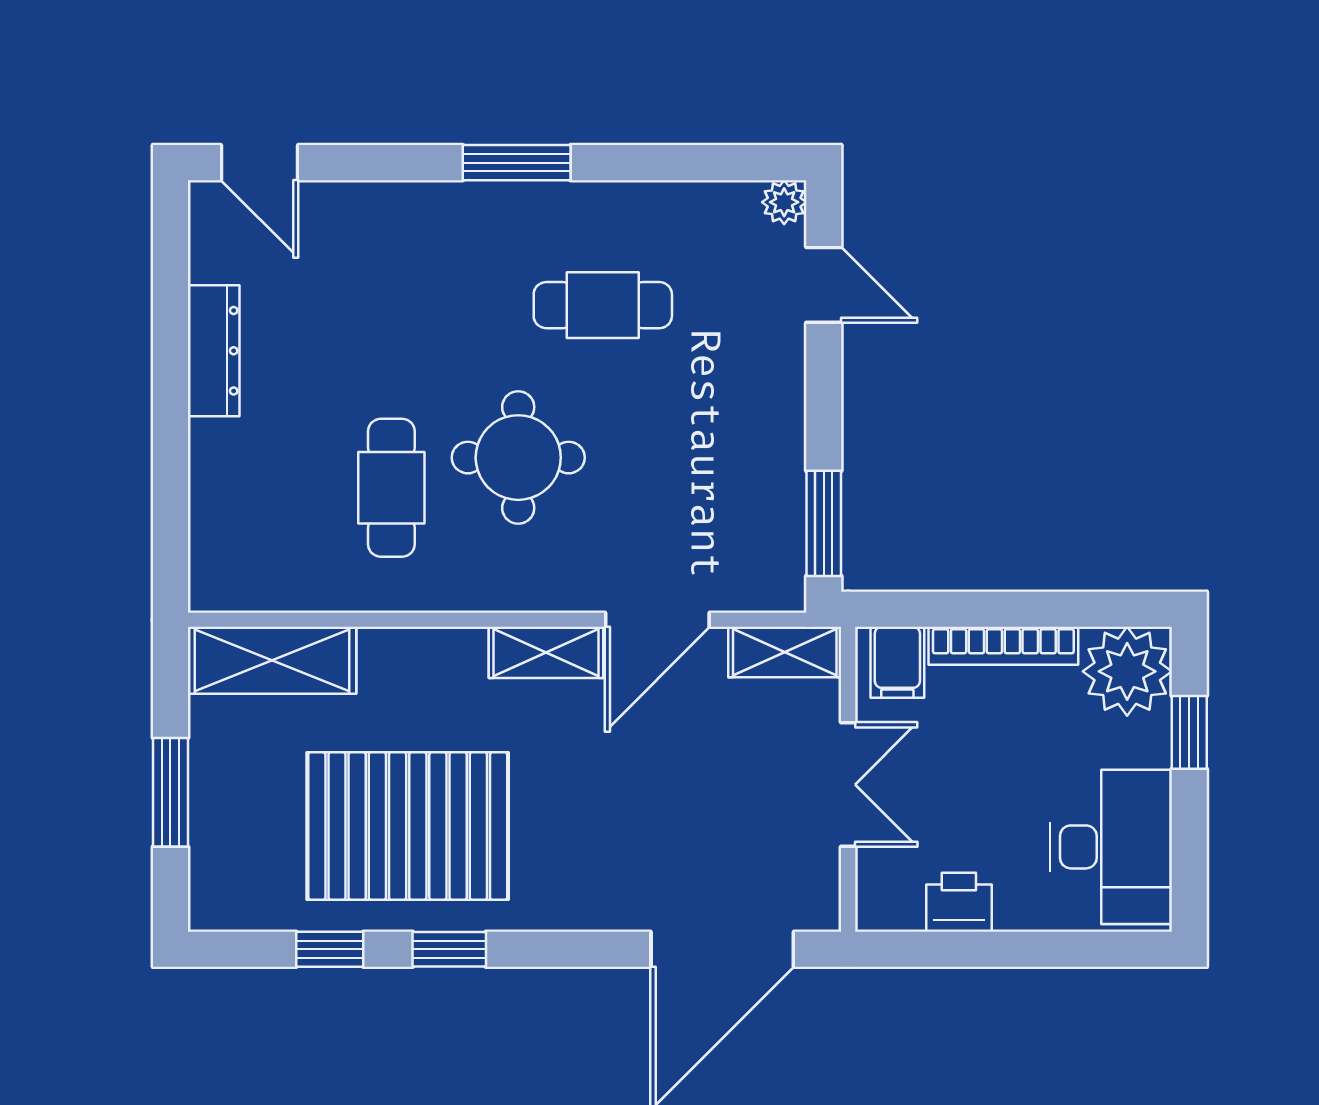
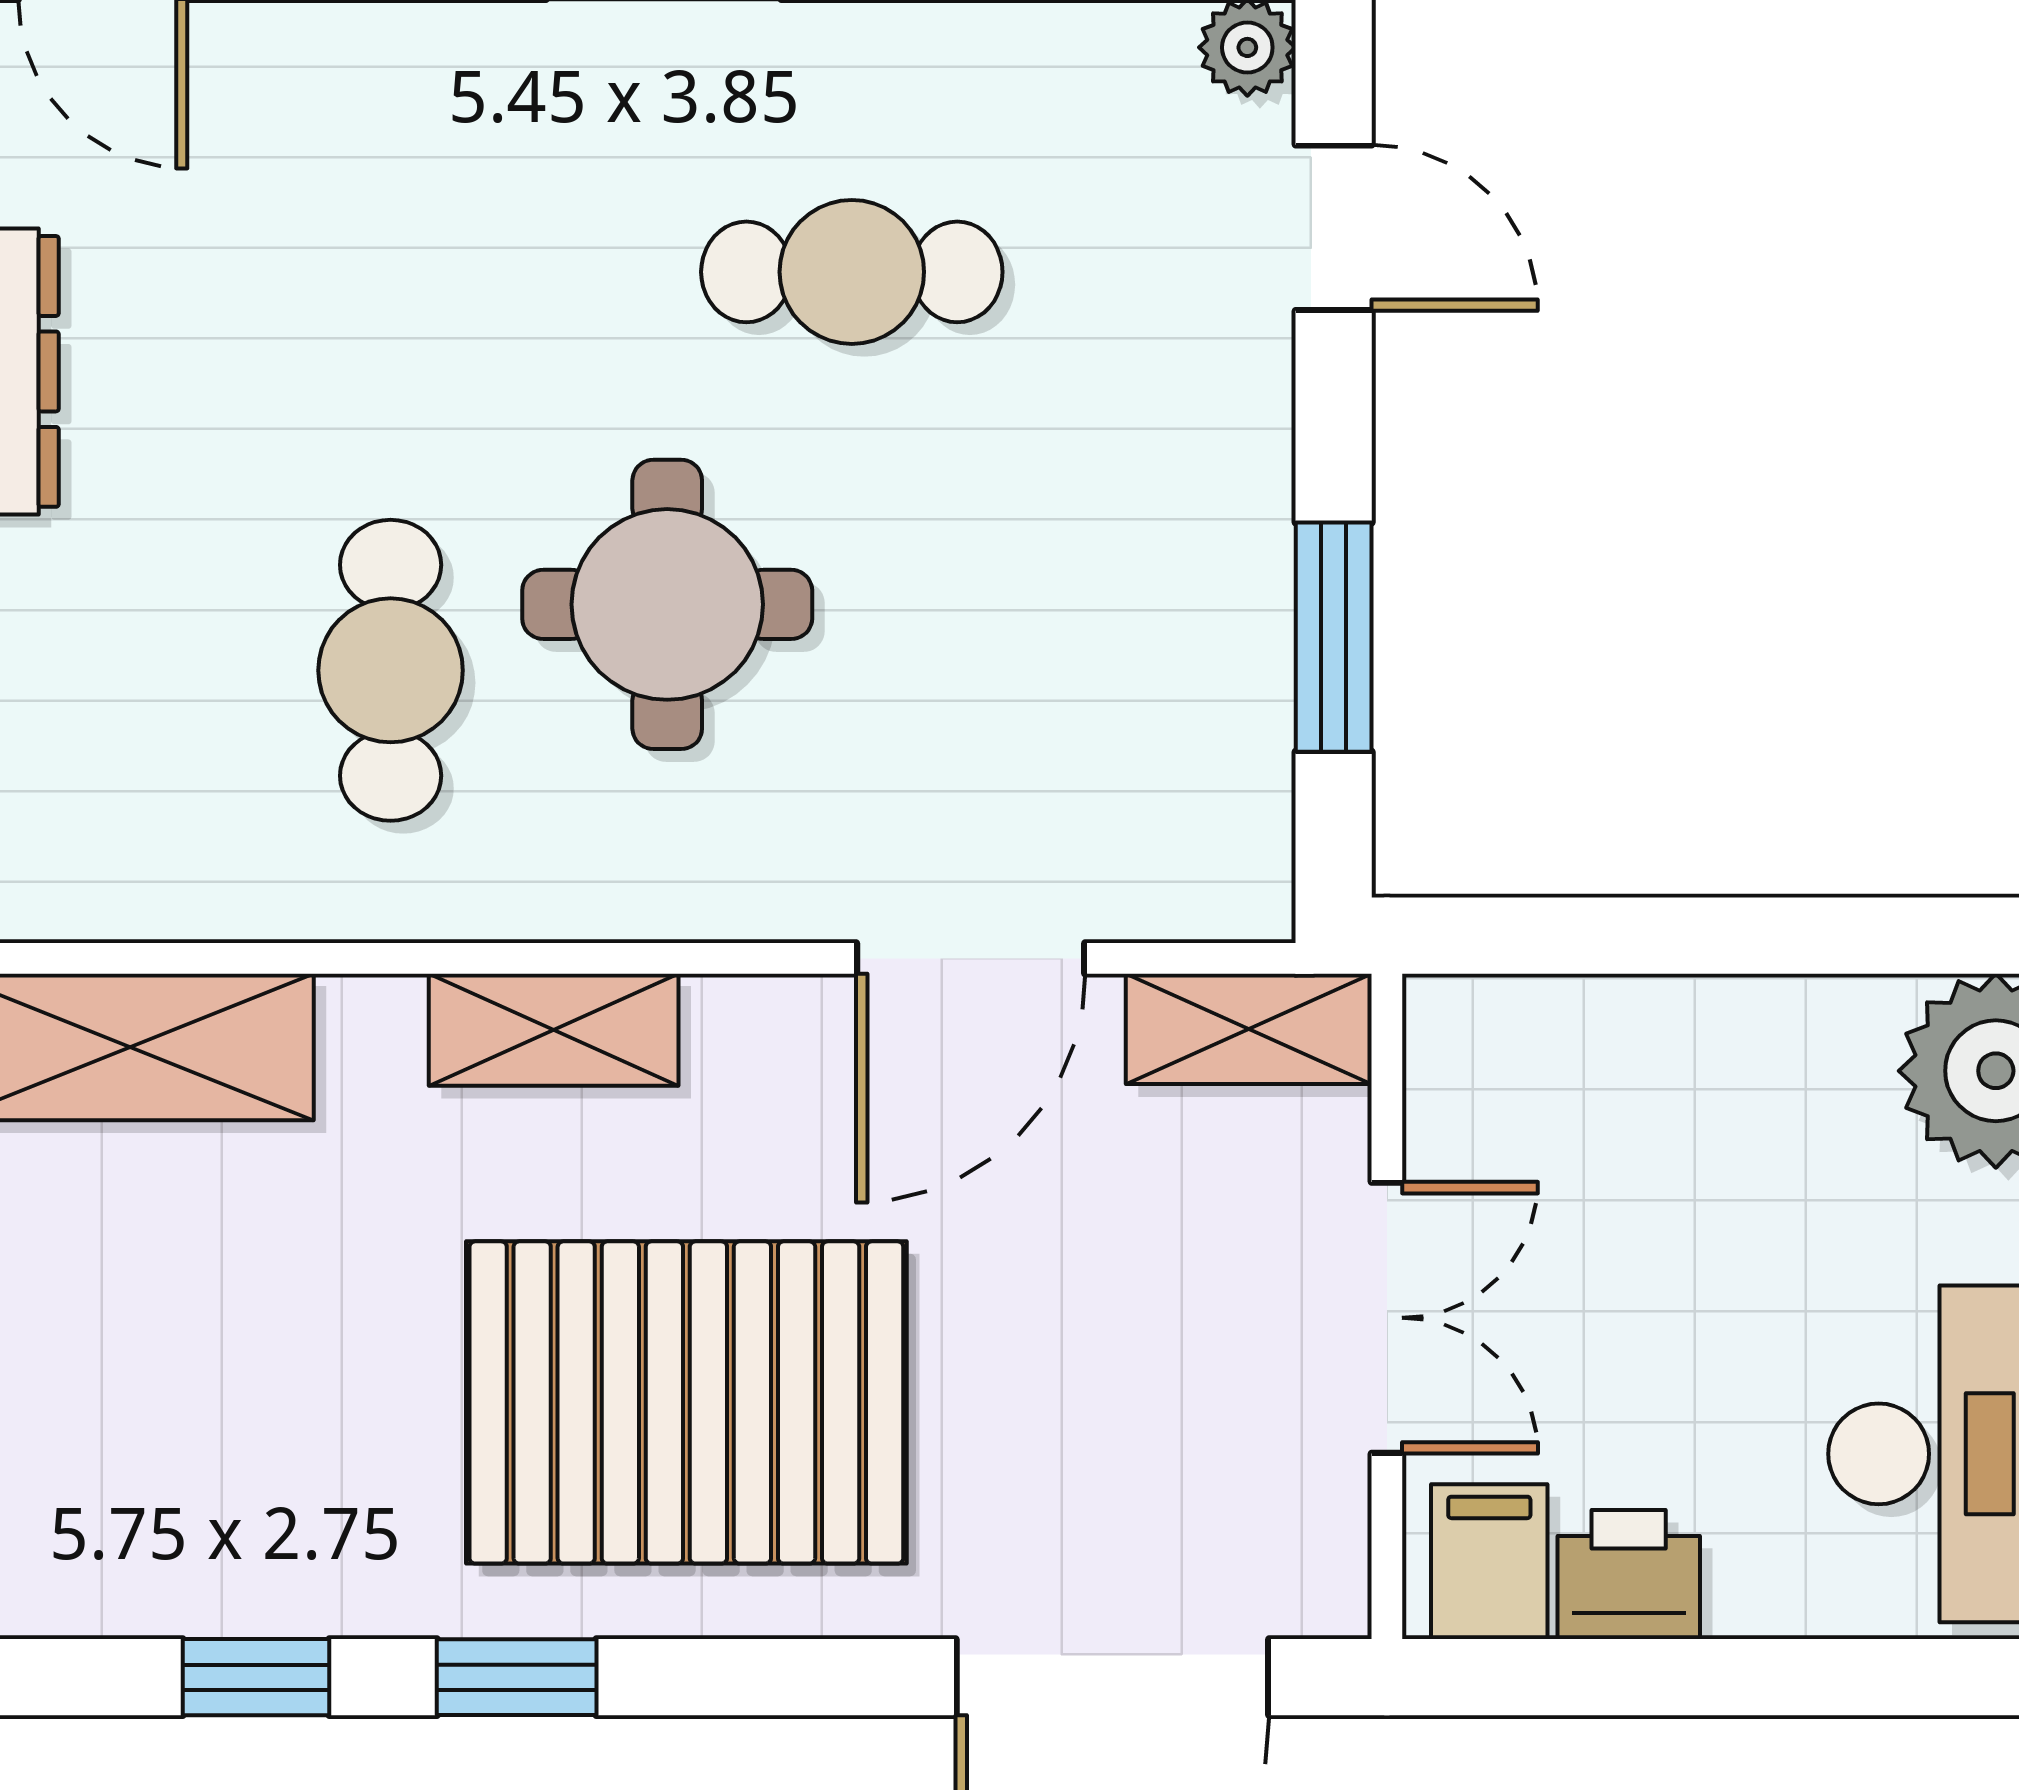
window: (824, 523) -> (1334, 637), moved
bookcase: (1003, 646) -> (1726, 1015), removed
shelving: (546, 652) -> (554, 1030), moved
filing cabinet: (897, 662) -> (1489, 1562), moved, turned 180
pallet: (408, 826) -> (686, 1402), moved

